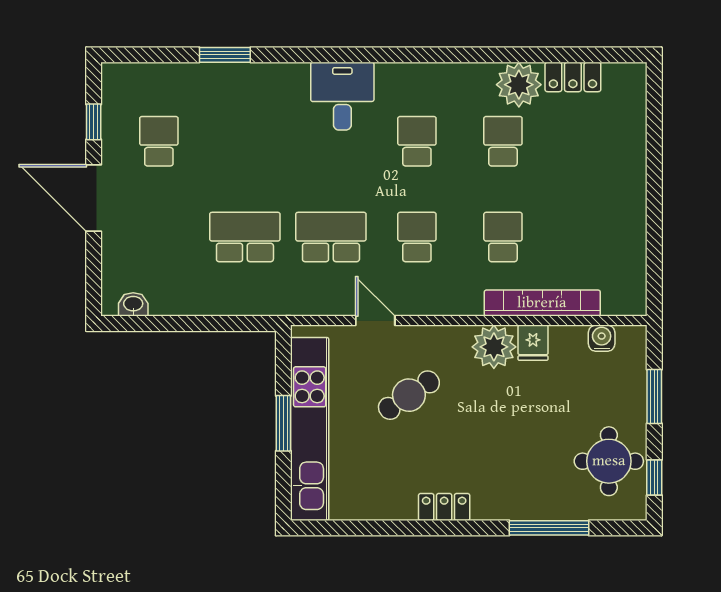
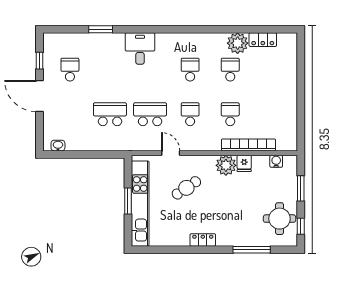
desk: (342, 96) -> (140, 49), moved

